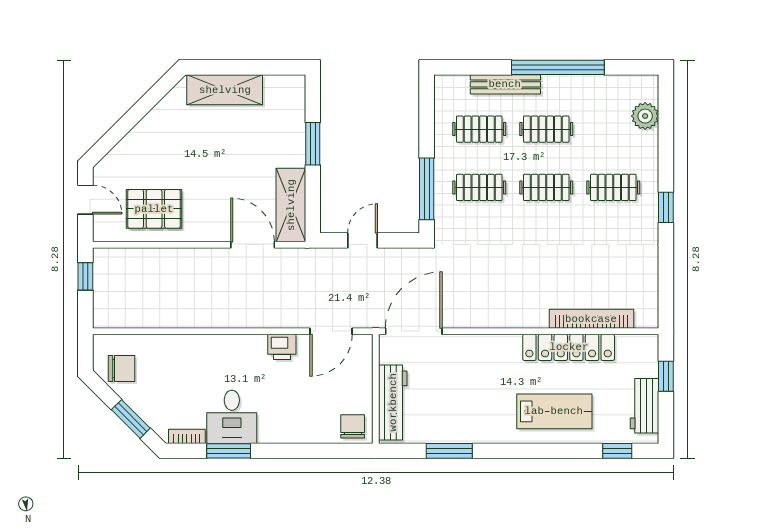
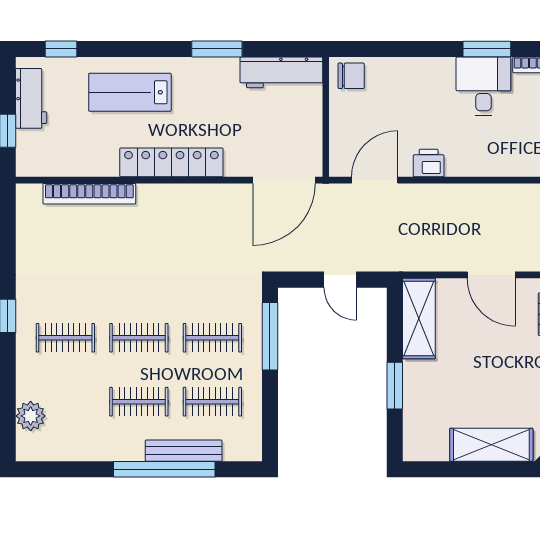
window: (558, 67) -> (164, 469), moved
door: (363, 240) -> (340, 280), hinge flipped
door: (253, 245) -> (491, 275), moved
locker: (569, 347) -> (171, 162), moved
workbench: (393, 402) -> (281, 72), moved, turned -90
chair: (353, 426) -> (351, 76), turned -90
window: (449, 451) -> (217, 49), moved

